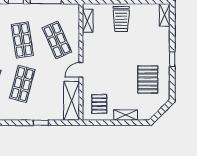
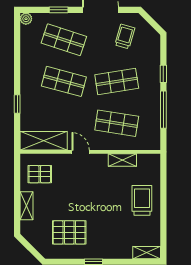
trolley: (121, 19) -> (142, 200), turned 90
shelving: (88, 21) -> (122, 160), moved
shop shelf: (57, 40) -> (117, 123), turned 33

